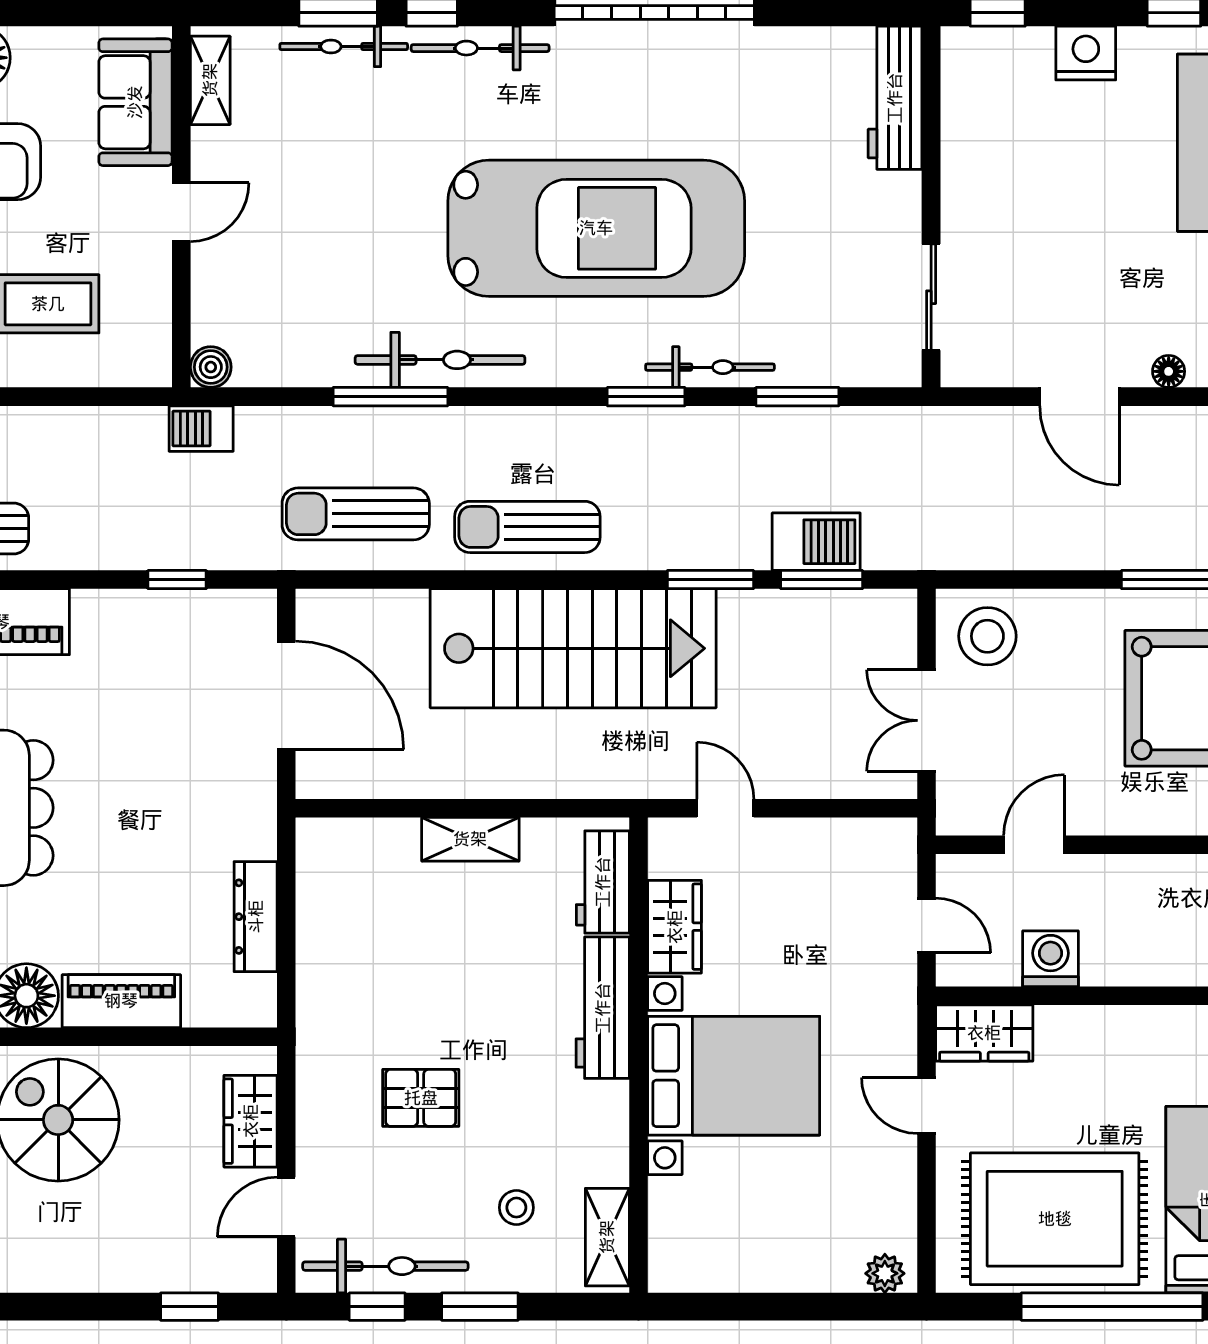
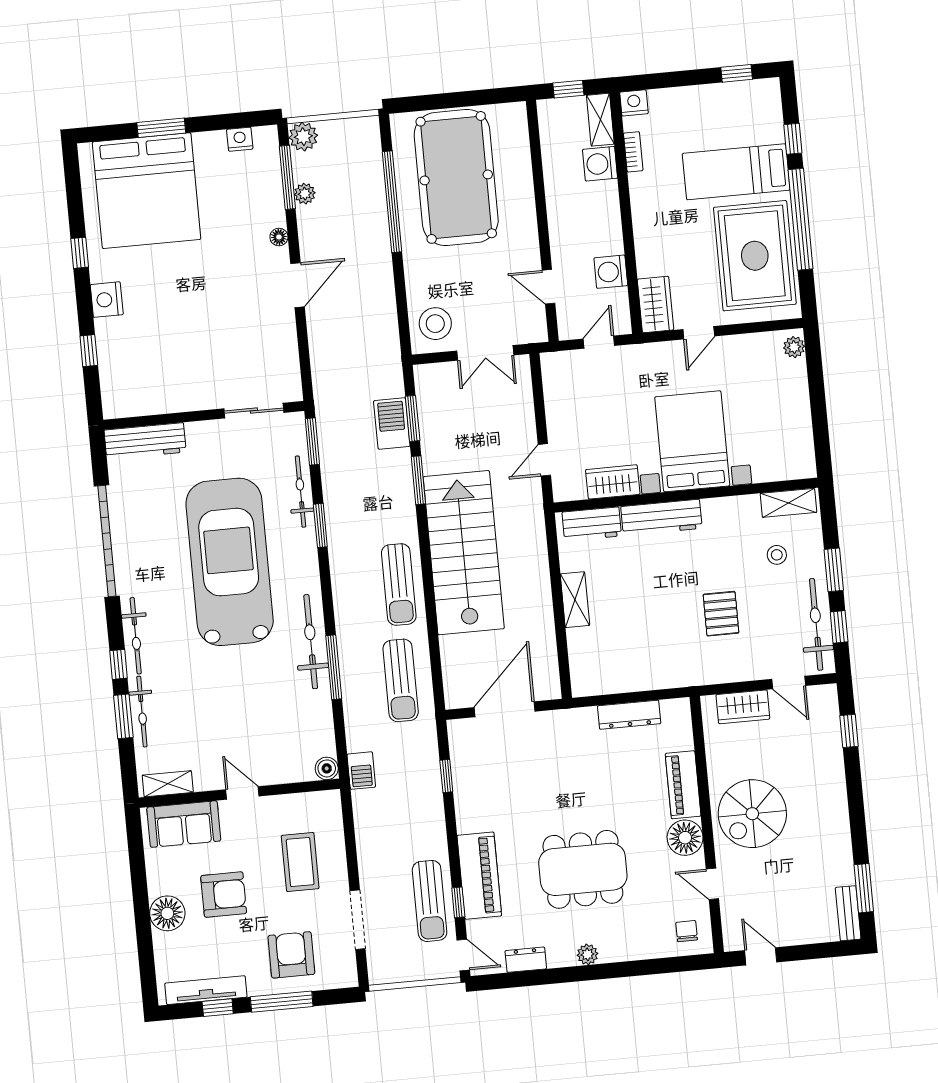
workbench: (895, 98) -> (145, 441), moved
wall: (931, 207) -> (204, 415), moved
sliding door: (931, 297) -> (254, 411), moved

